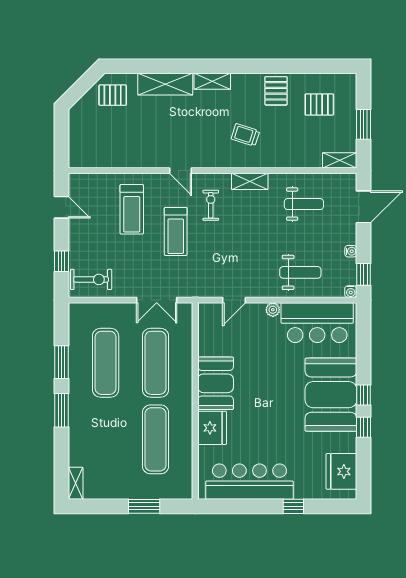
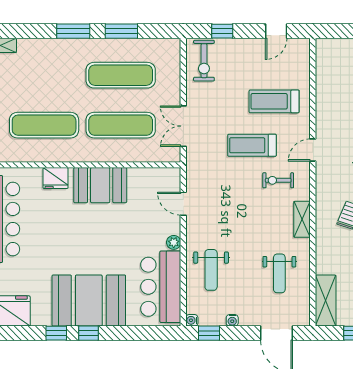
shelving: (340, 160) -> (326, 301), width x1.50, depth x1.33
exercise bike: (211, 205) -> (278, 180), turned 180
fridge: (212, 428) -> (56, 178), width x0.73, depth x0.75

